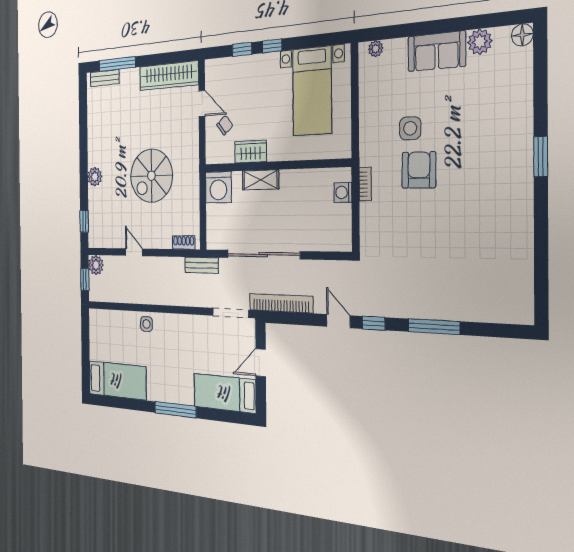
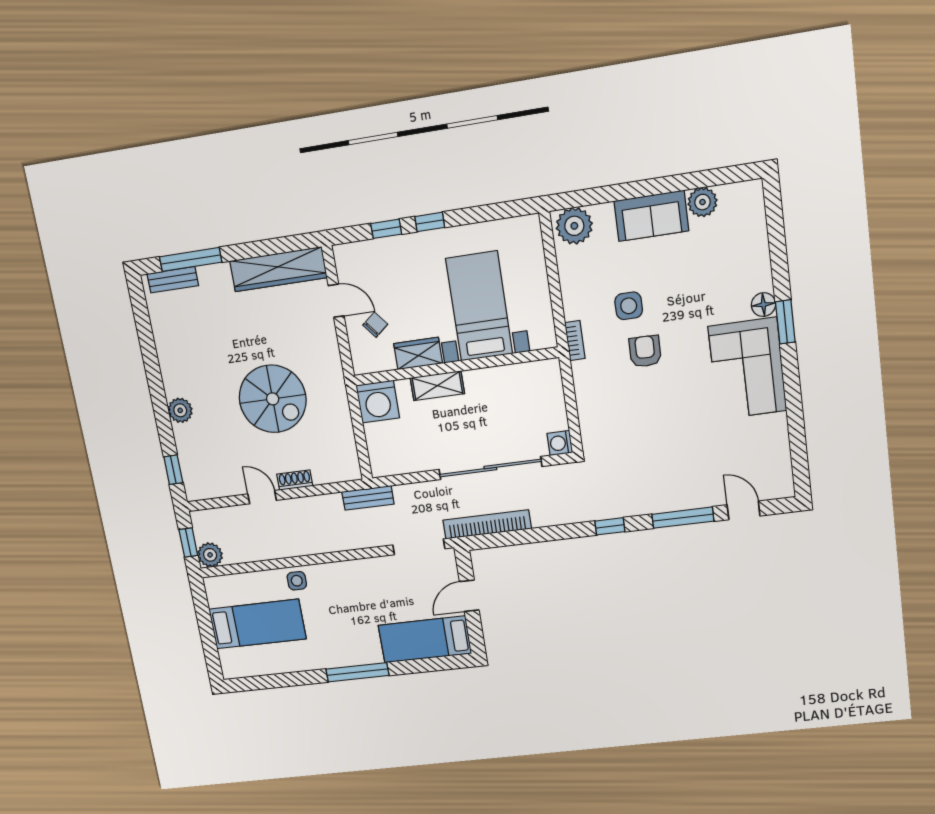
floor lamp: (522, 35) -> (763, 305), moved
plant: (376, 49) -> (574, 226), width x1.88, depth x1.88
bed with nightstands: (312, 91) -> (479, 306), moved, turned 180
armchair: (419, 170) -> (645, 351), width x0.72, depth x0.72
spiral stairs: (151, 176) -> (273, 399), turned -90
bookcase: (365, 184) -> (575, 341), moved
washing machine: (343, 192) -> (560, 443), moved
corner sofa: (503, 196) -> (747, 369), added
shoe rack: (184, 243) -> (295, 480), moved
sliding door: (263, 255) -> (490, 468), moved
plant: (96, 265) -> (210, 555), moved
door: (338, 321) -> (743, 510), moved
bed: (117, 380) -> (257, 624), moved

